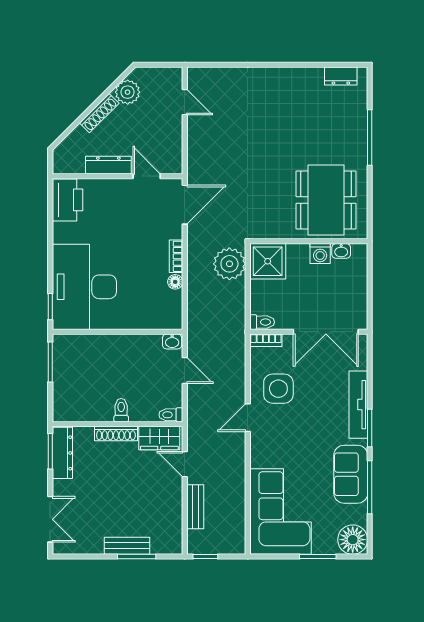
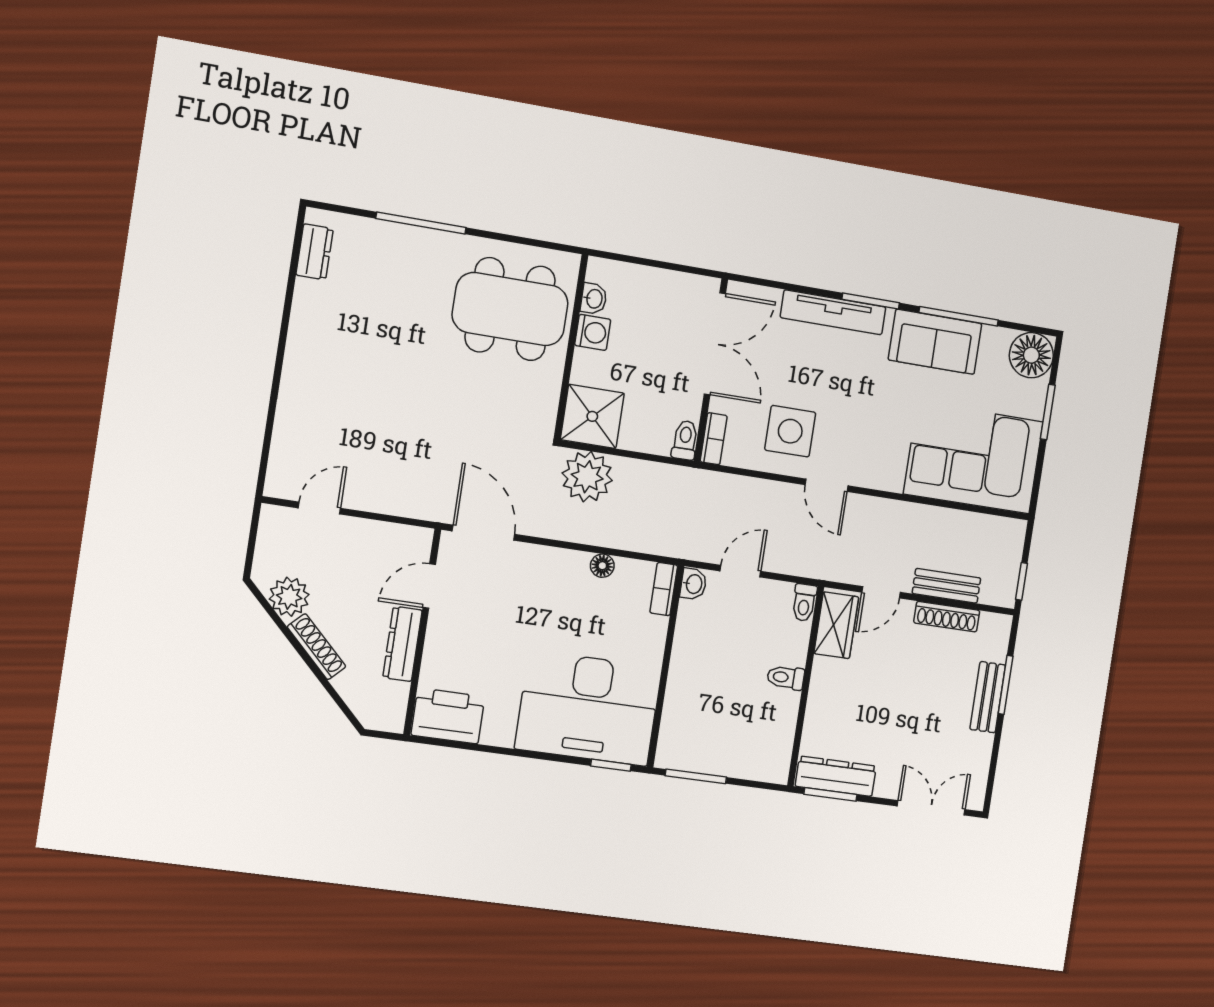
bookcase: (176, 256) -> (664, 589), moved, turned 90
shoe rack: (116, 433) -> (947, 617), moved, turned 90

